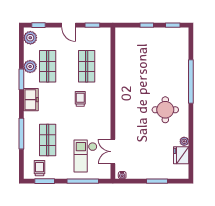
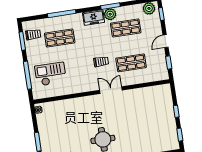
plant: (30, 67) -> (110, 14), moved
double door: (113, 152) -> (111, 90), moved

